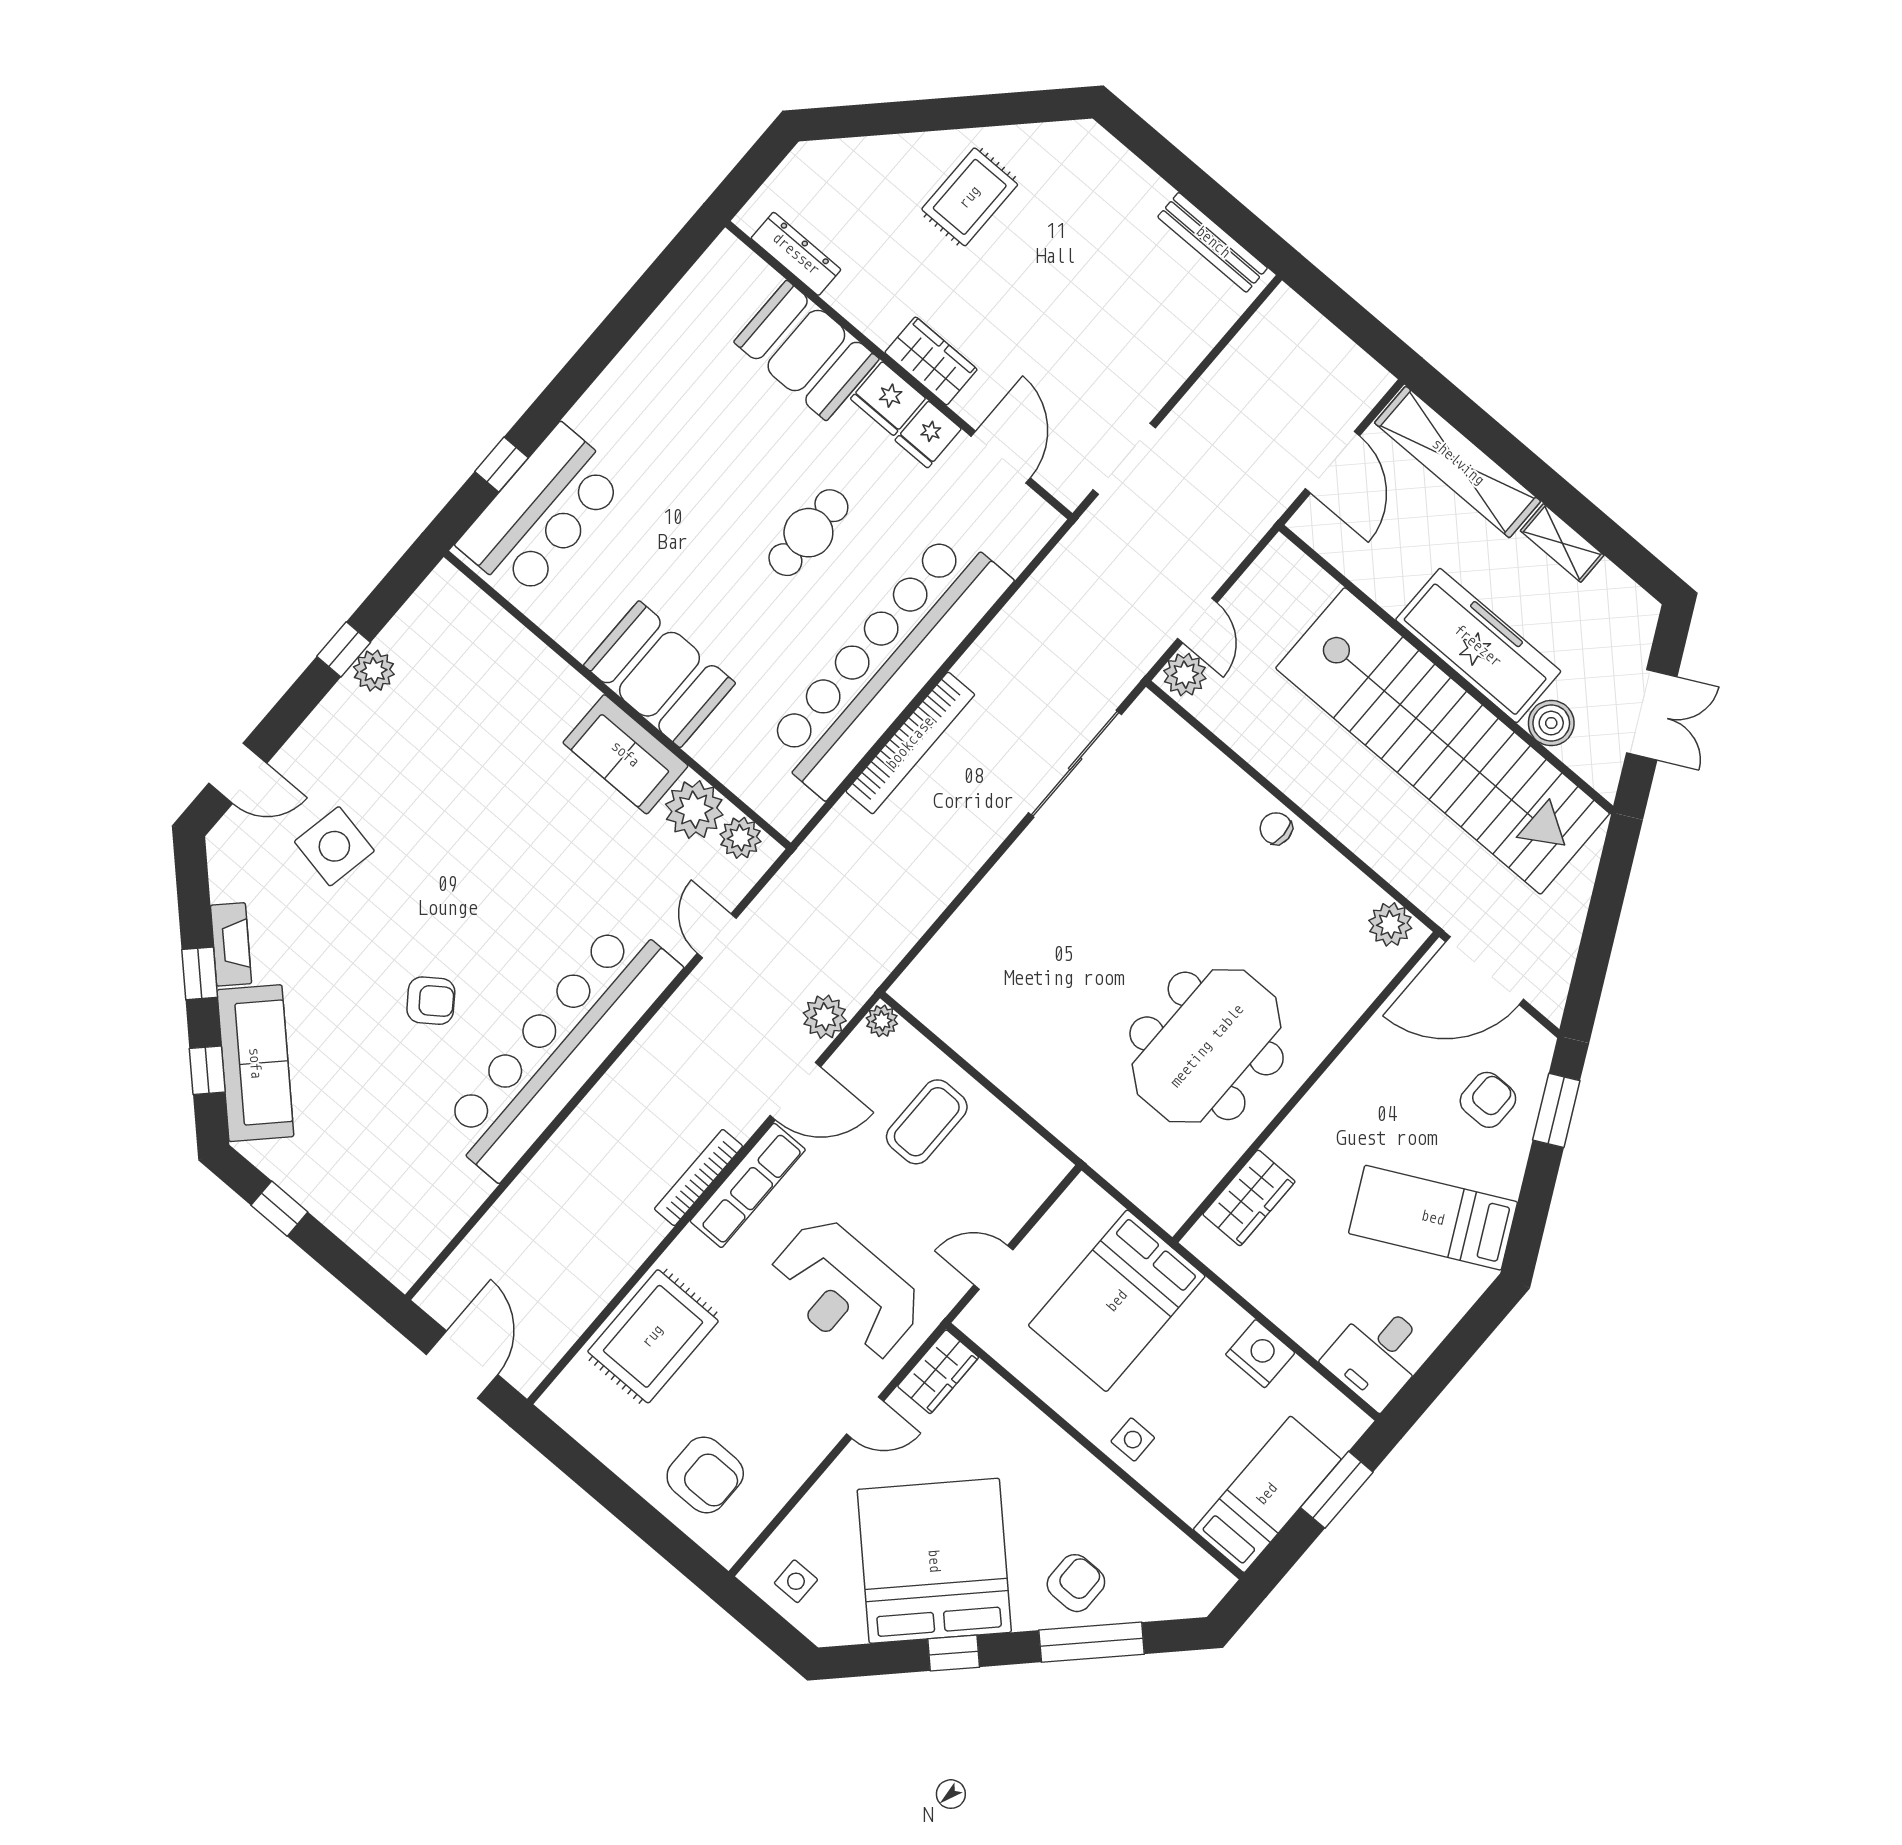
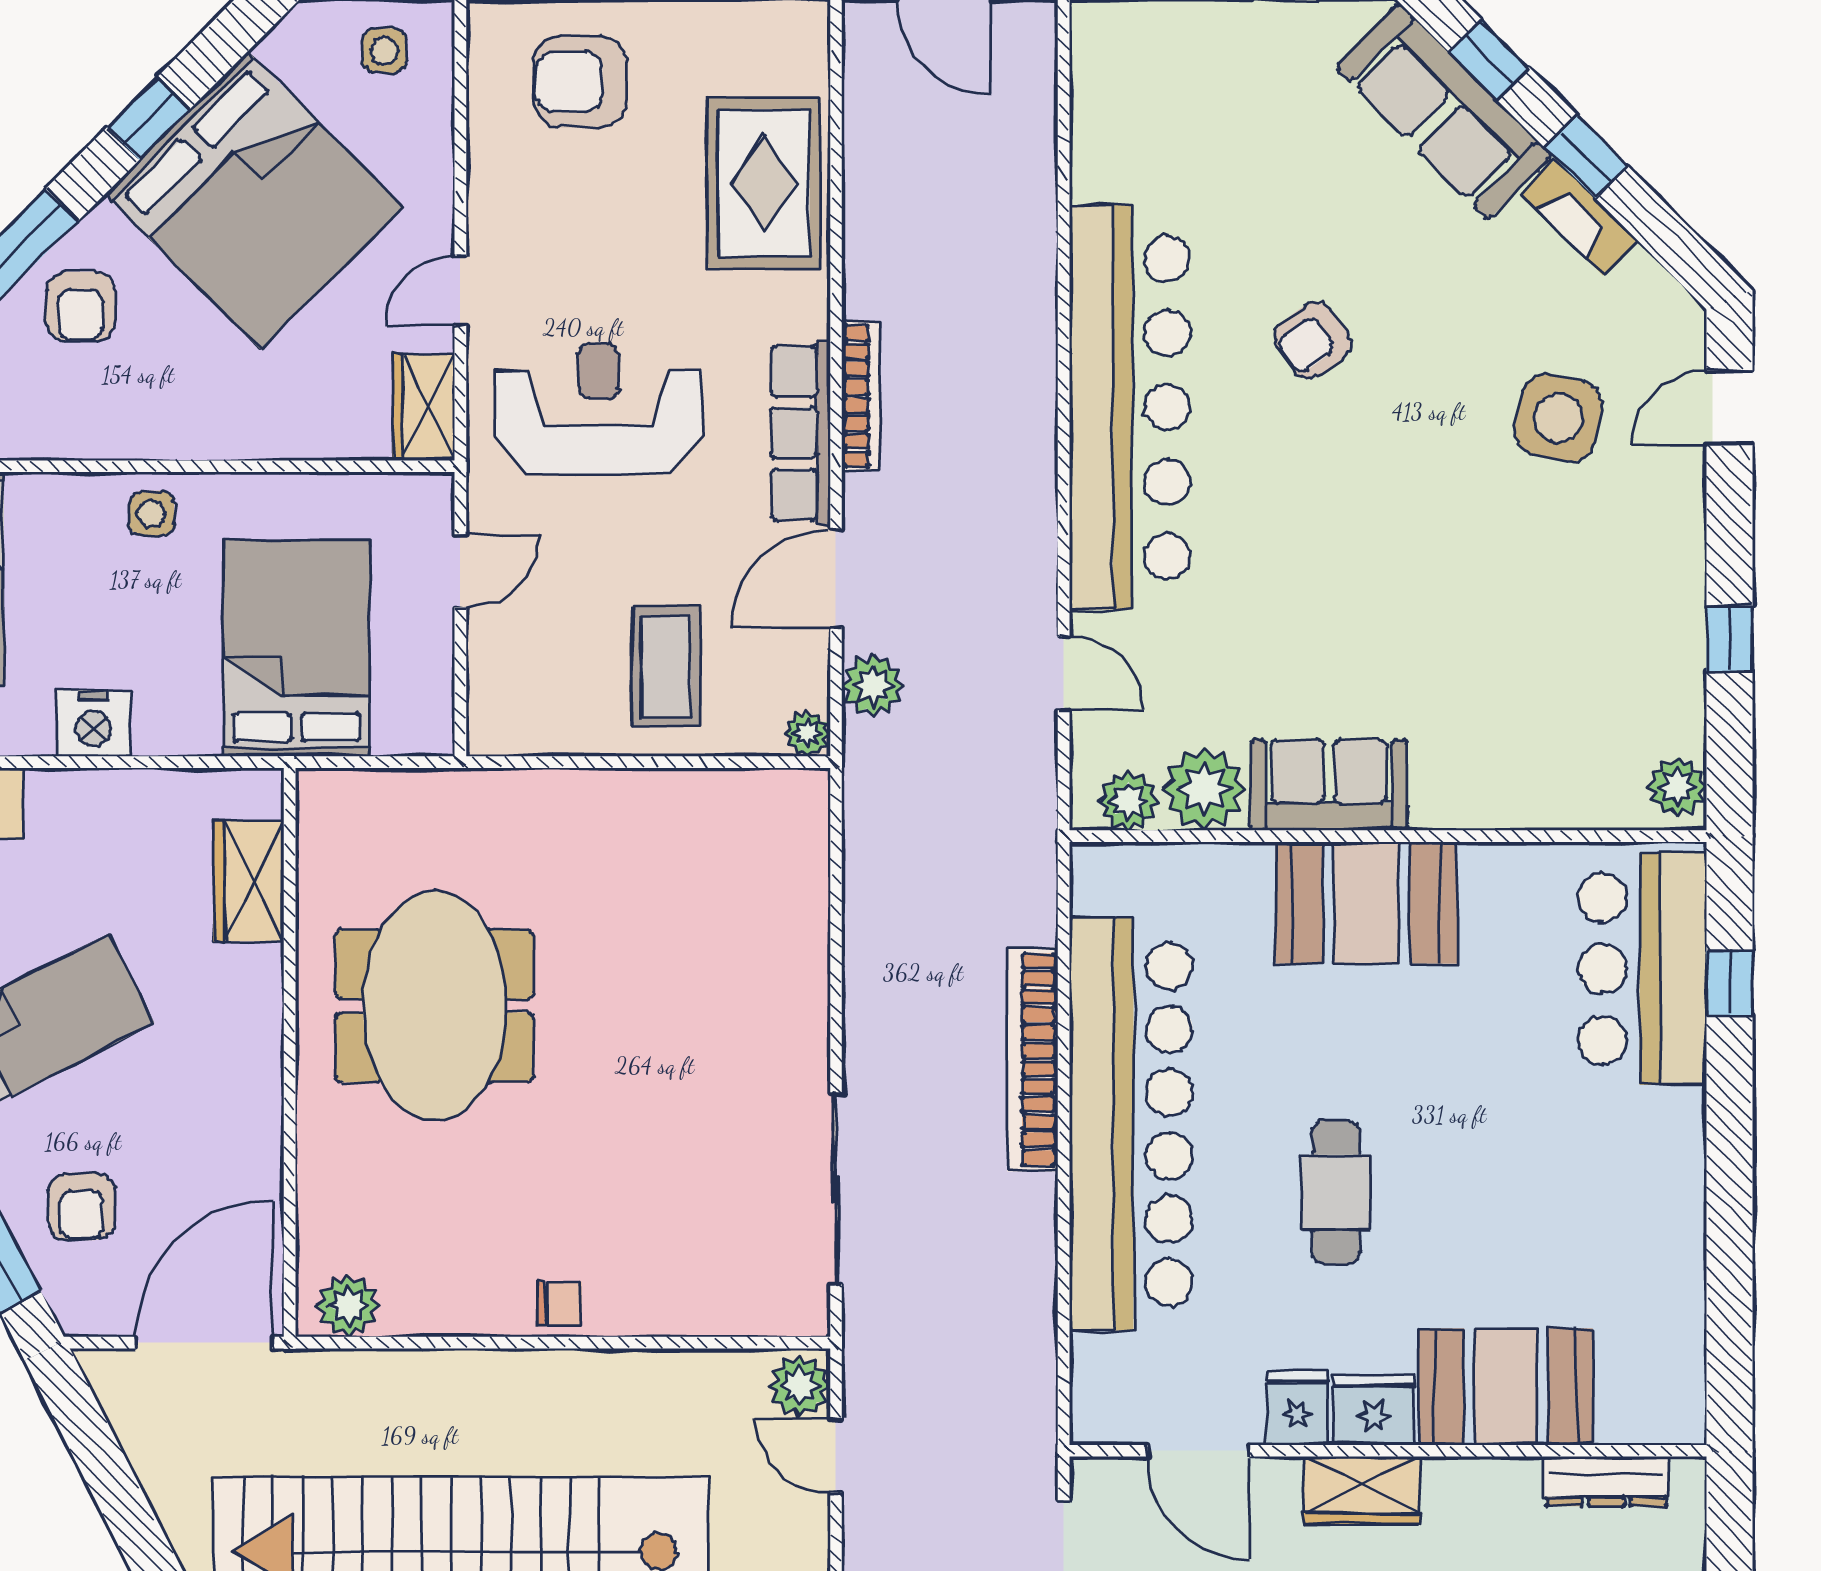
plant: (374, 671) -> (1677, 787), moved

